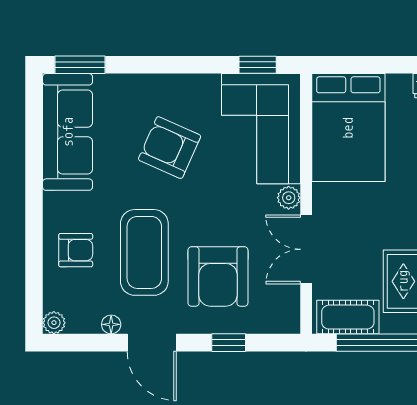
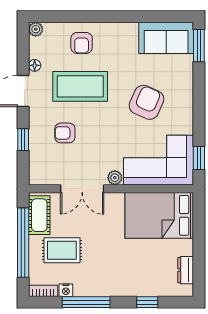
sofa: (68, 132) -> (166, 38), width x0.73
double door: (306, 249) -> (82, 189), swing flipped
armchair: (218, 276) -> (65, 133), width x0.53, depth x0.53

